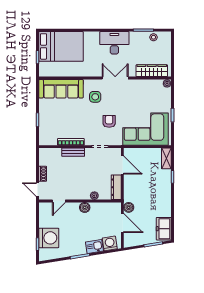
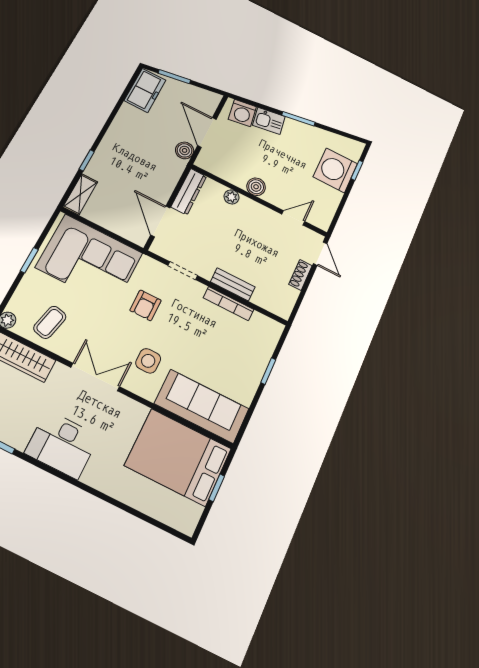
bed: (61, 46) -> (178, 457), moved
double door: (115, 78) -> (95, 377), swing flipped
coffee table: (148, 92) -> (50, 322), added

